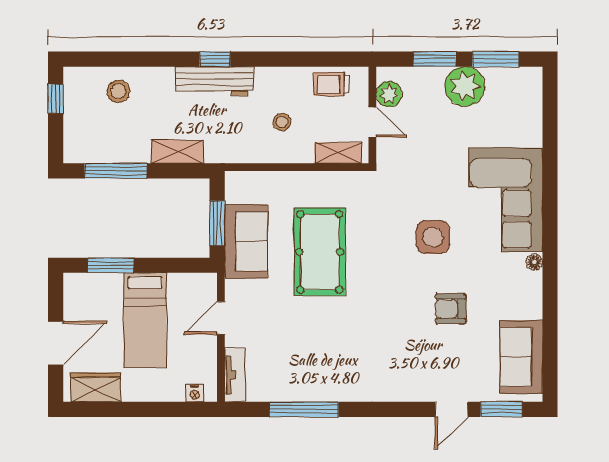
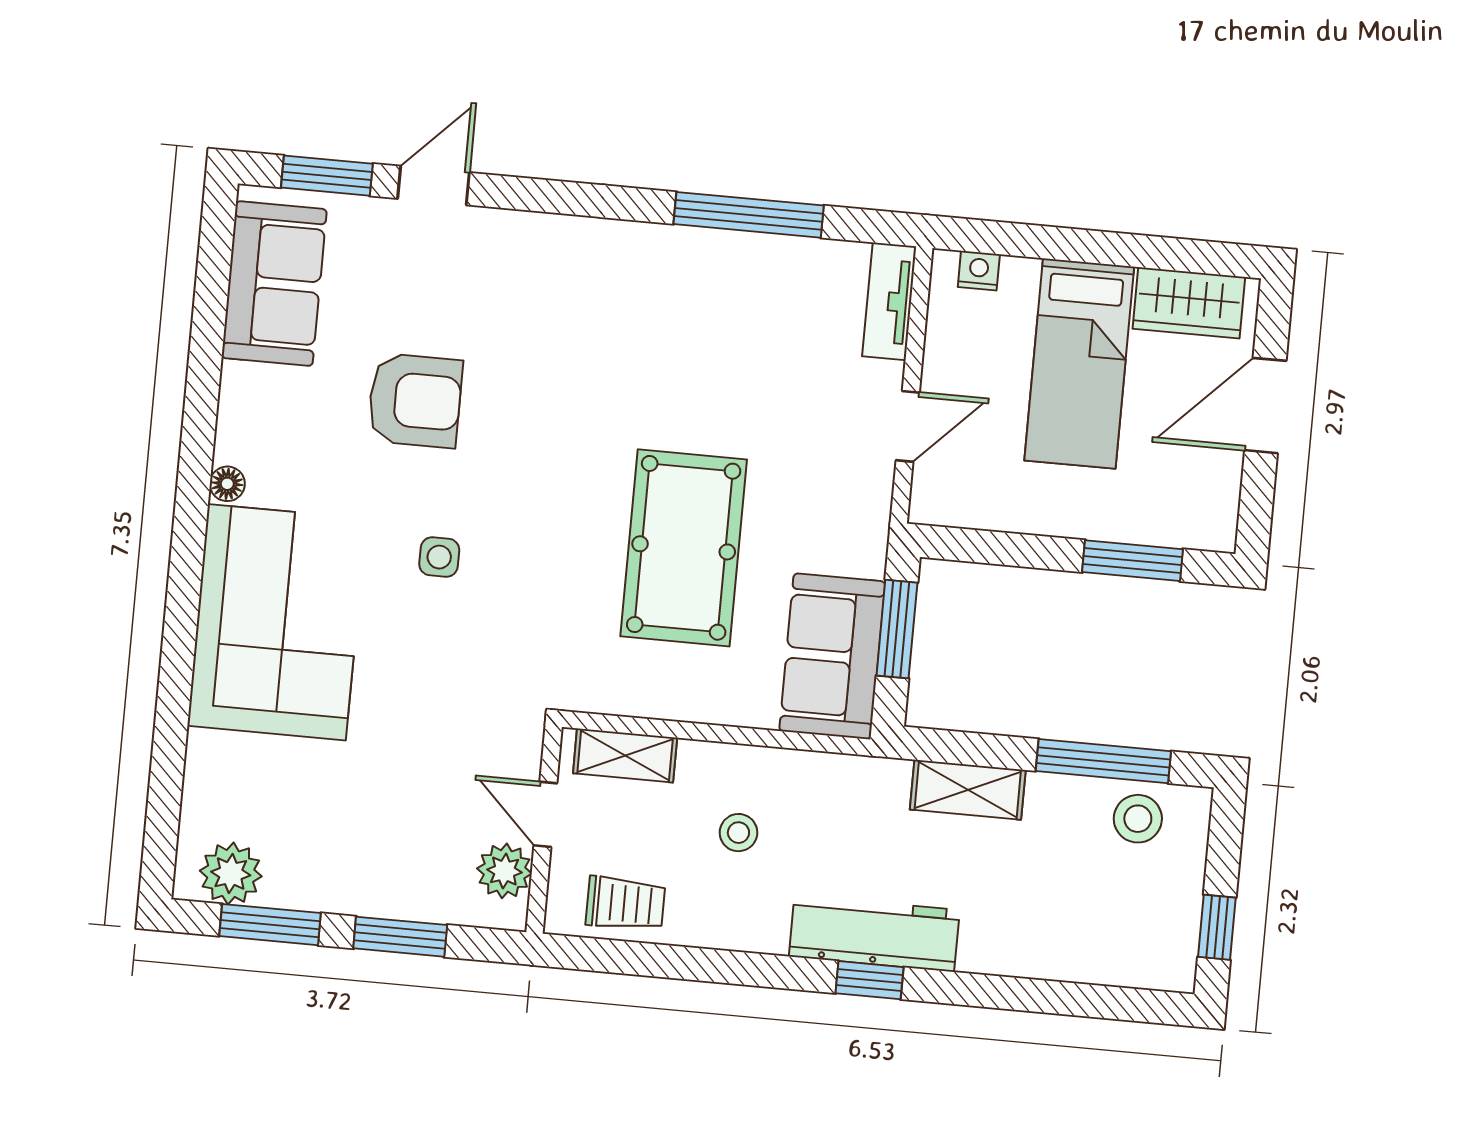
plant: (465, 86) -> (231, 874), moved, width x0.73, depth x0.73
stool: (118, 91) -> (1138, 819), moved
side table: (433, 237) -> (439, 557), width x0.54, depth x0.54
sofa: (246, 241) -> (832, 656), moved
armchair: (451, 309) -> (415, 401), width x1.38, depth x1.38
bed: (145, 320) -> (1079, 364), moved, turned 180

